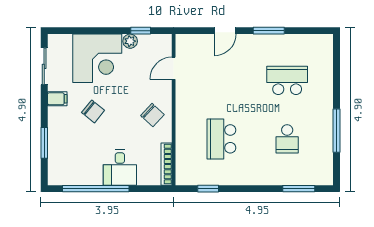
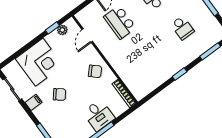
plant: (130, 41) -> (62, 30), moved
school desk: (221, 139) -> (120, 22), moved
window: (208, 189) -> (180, 74), moved

